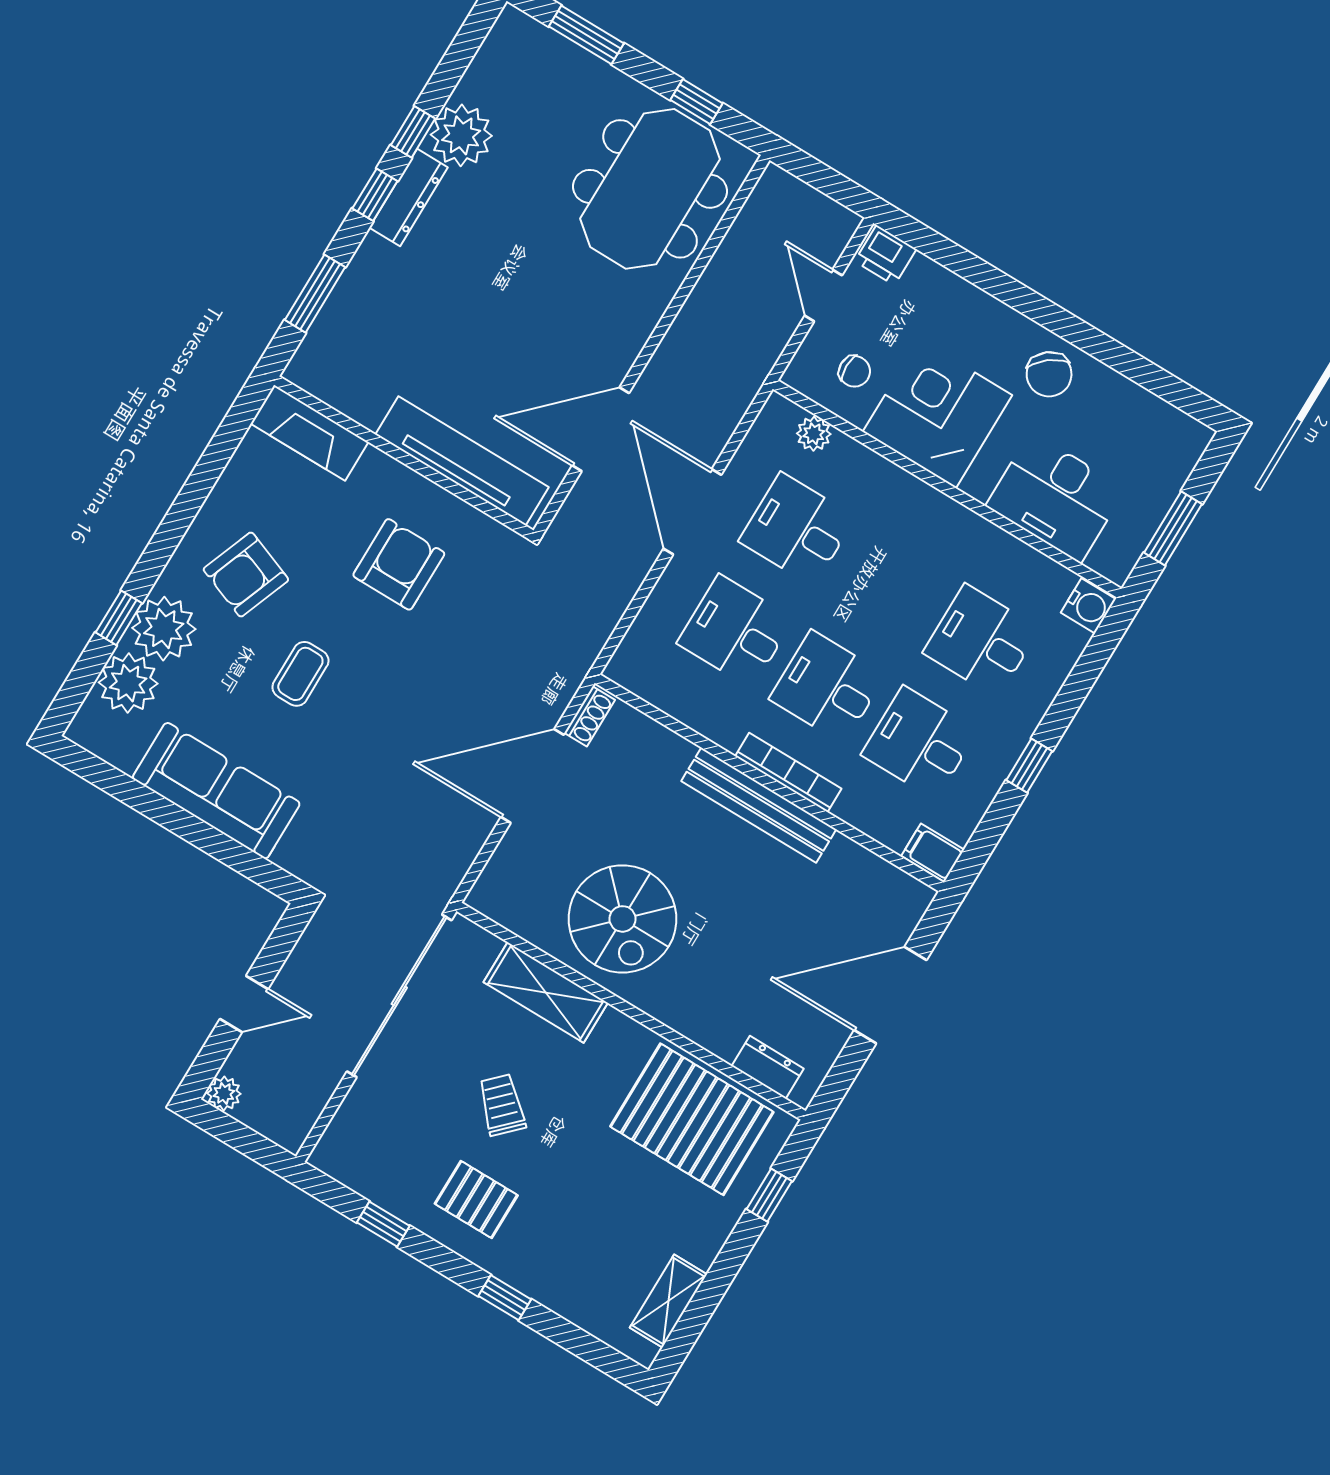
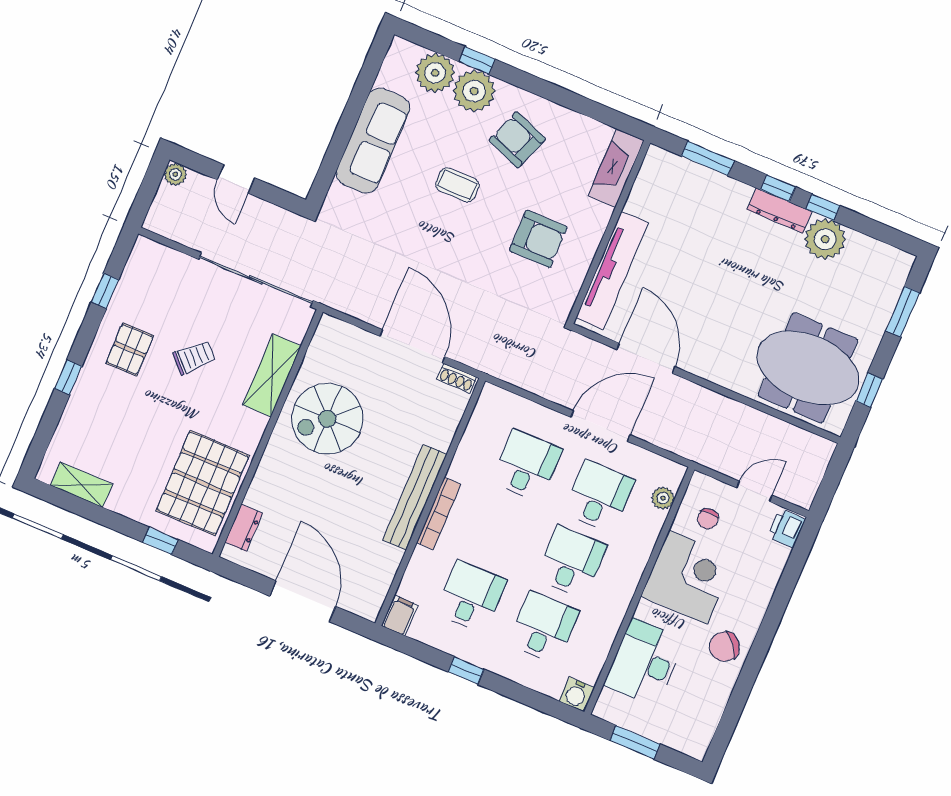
desk: (827, 687) -> (571, 562), moved

